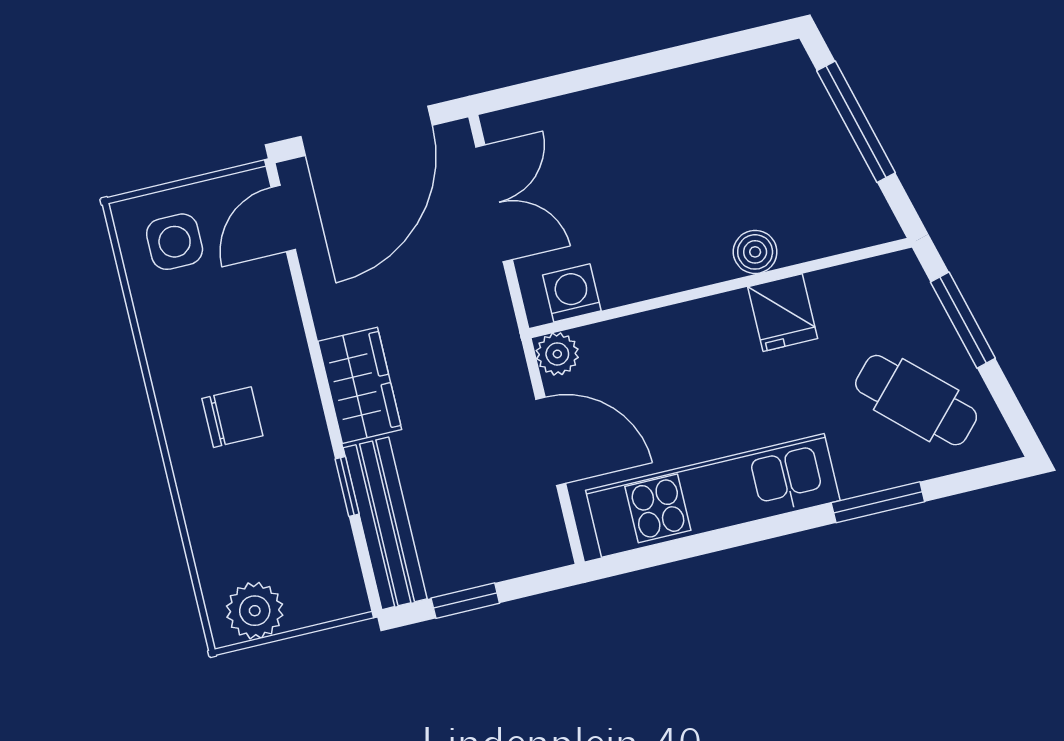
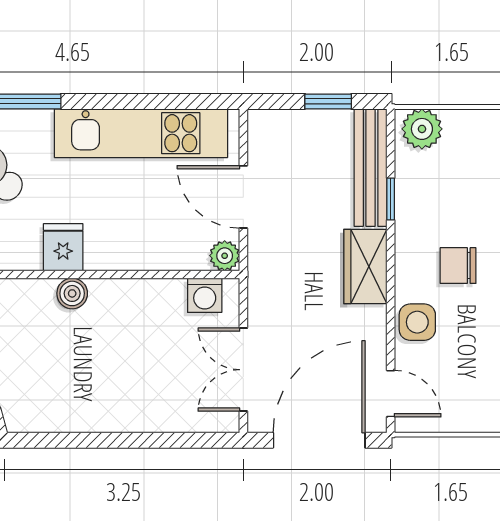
door: (283, 219) -> (391, 394), hinge flipped
side table: (175, 242) -> (417, 322), moved
plant: (255, 611) -> (422, 129), moved

